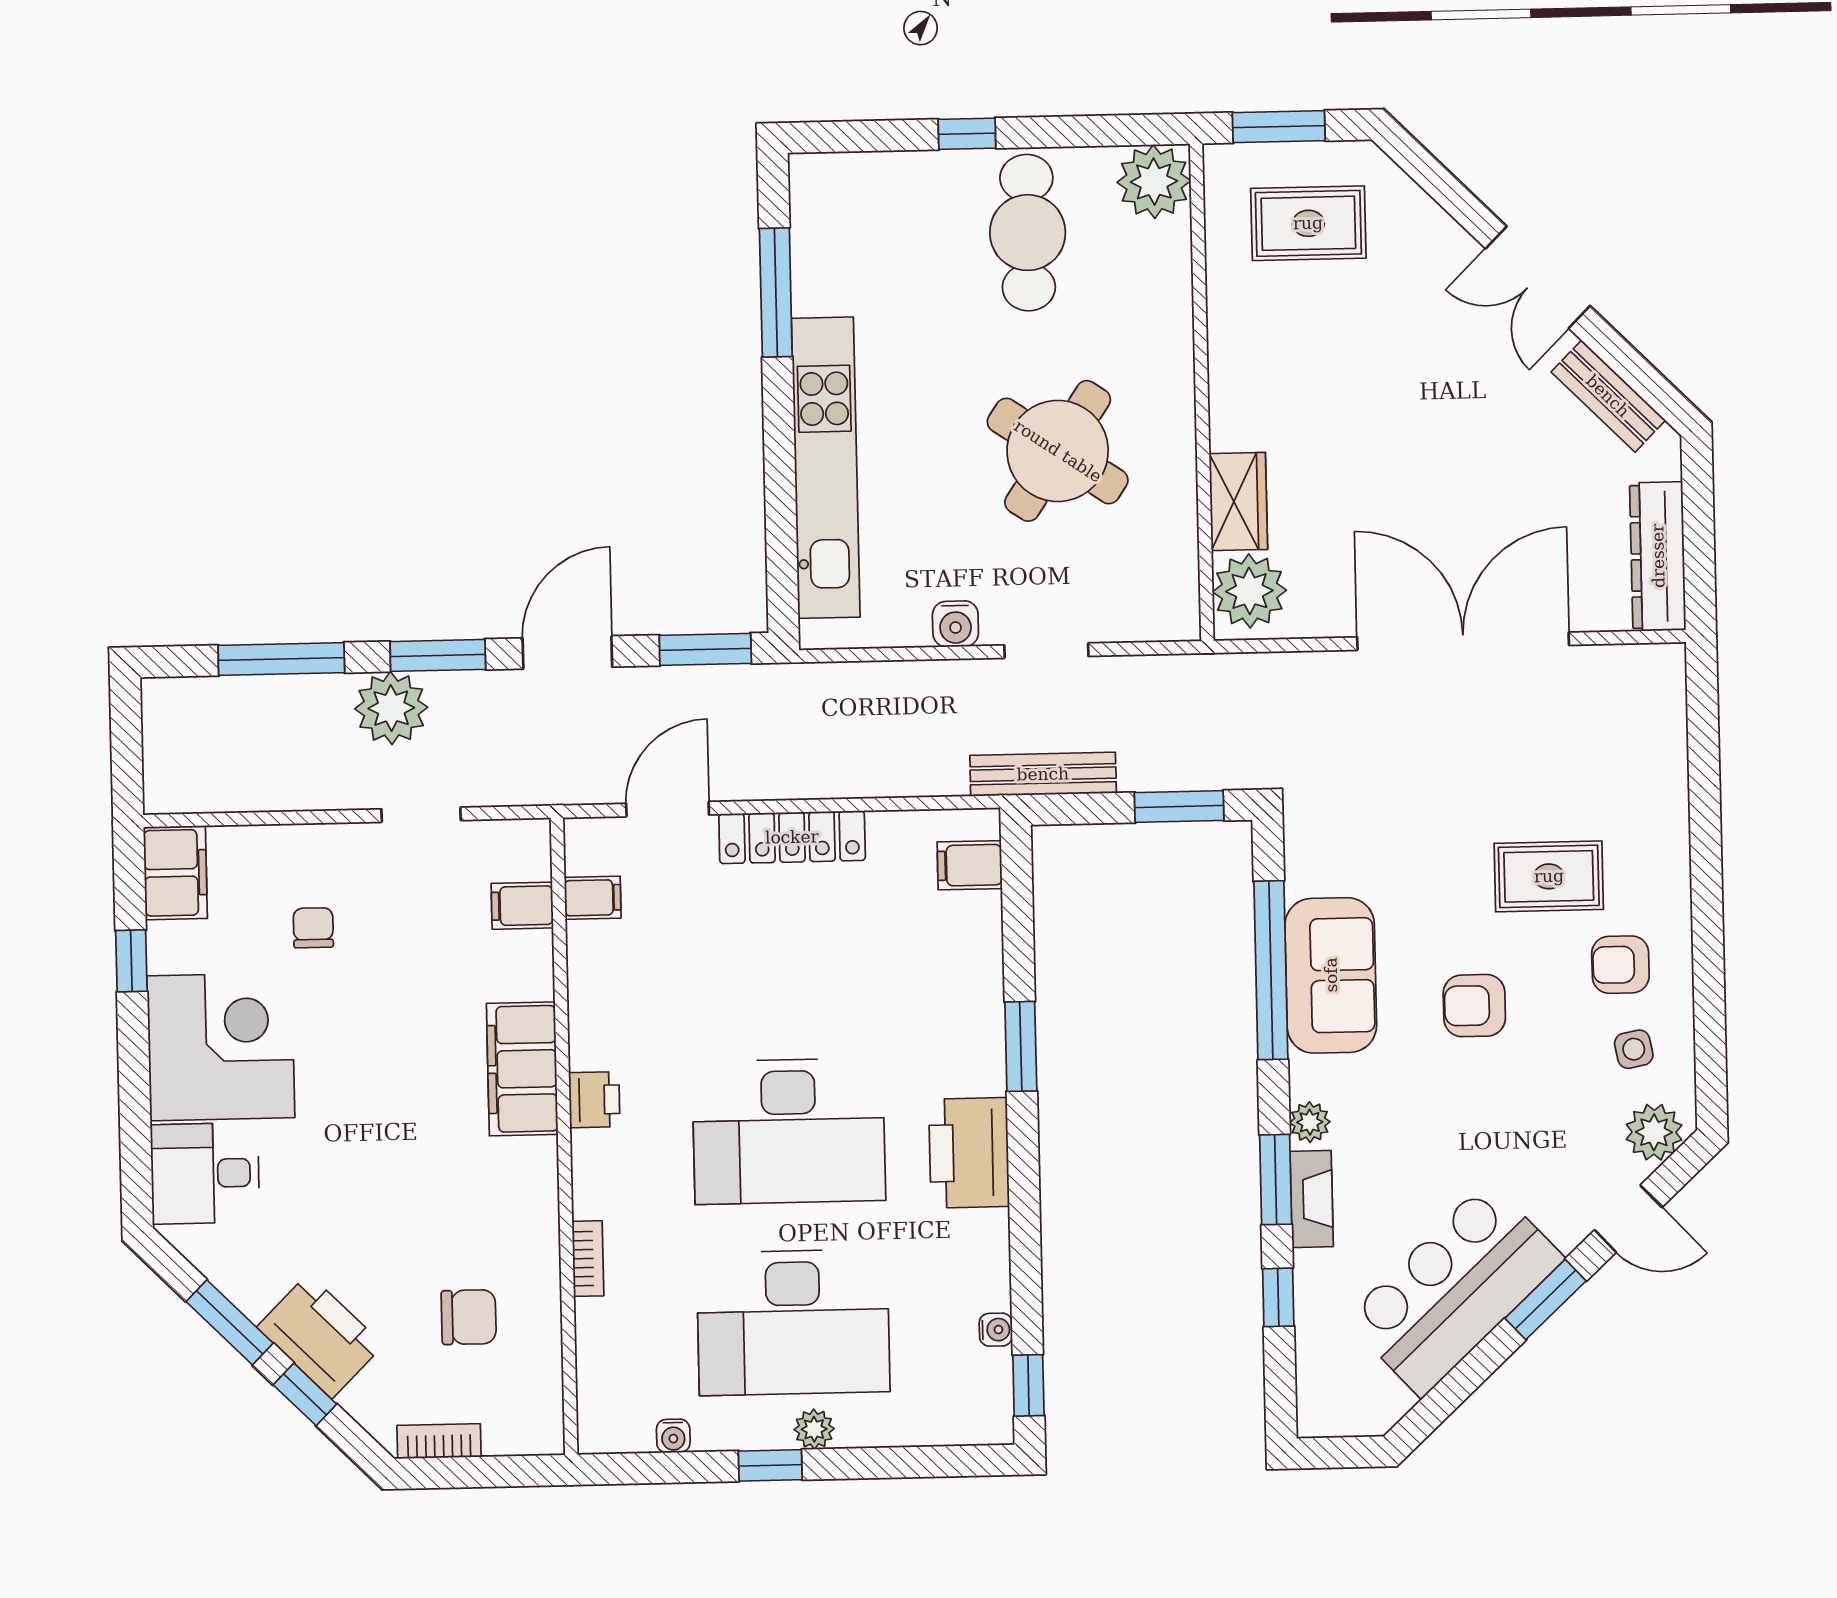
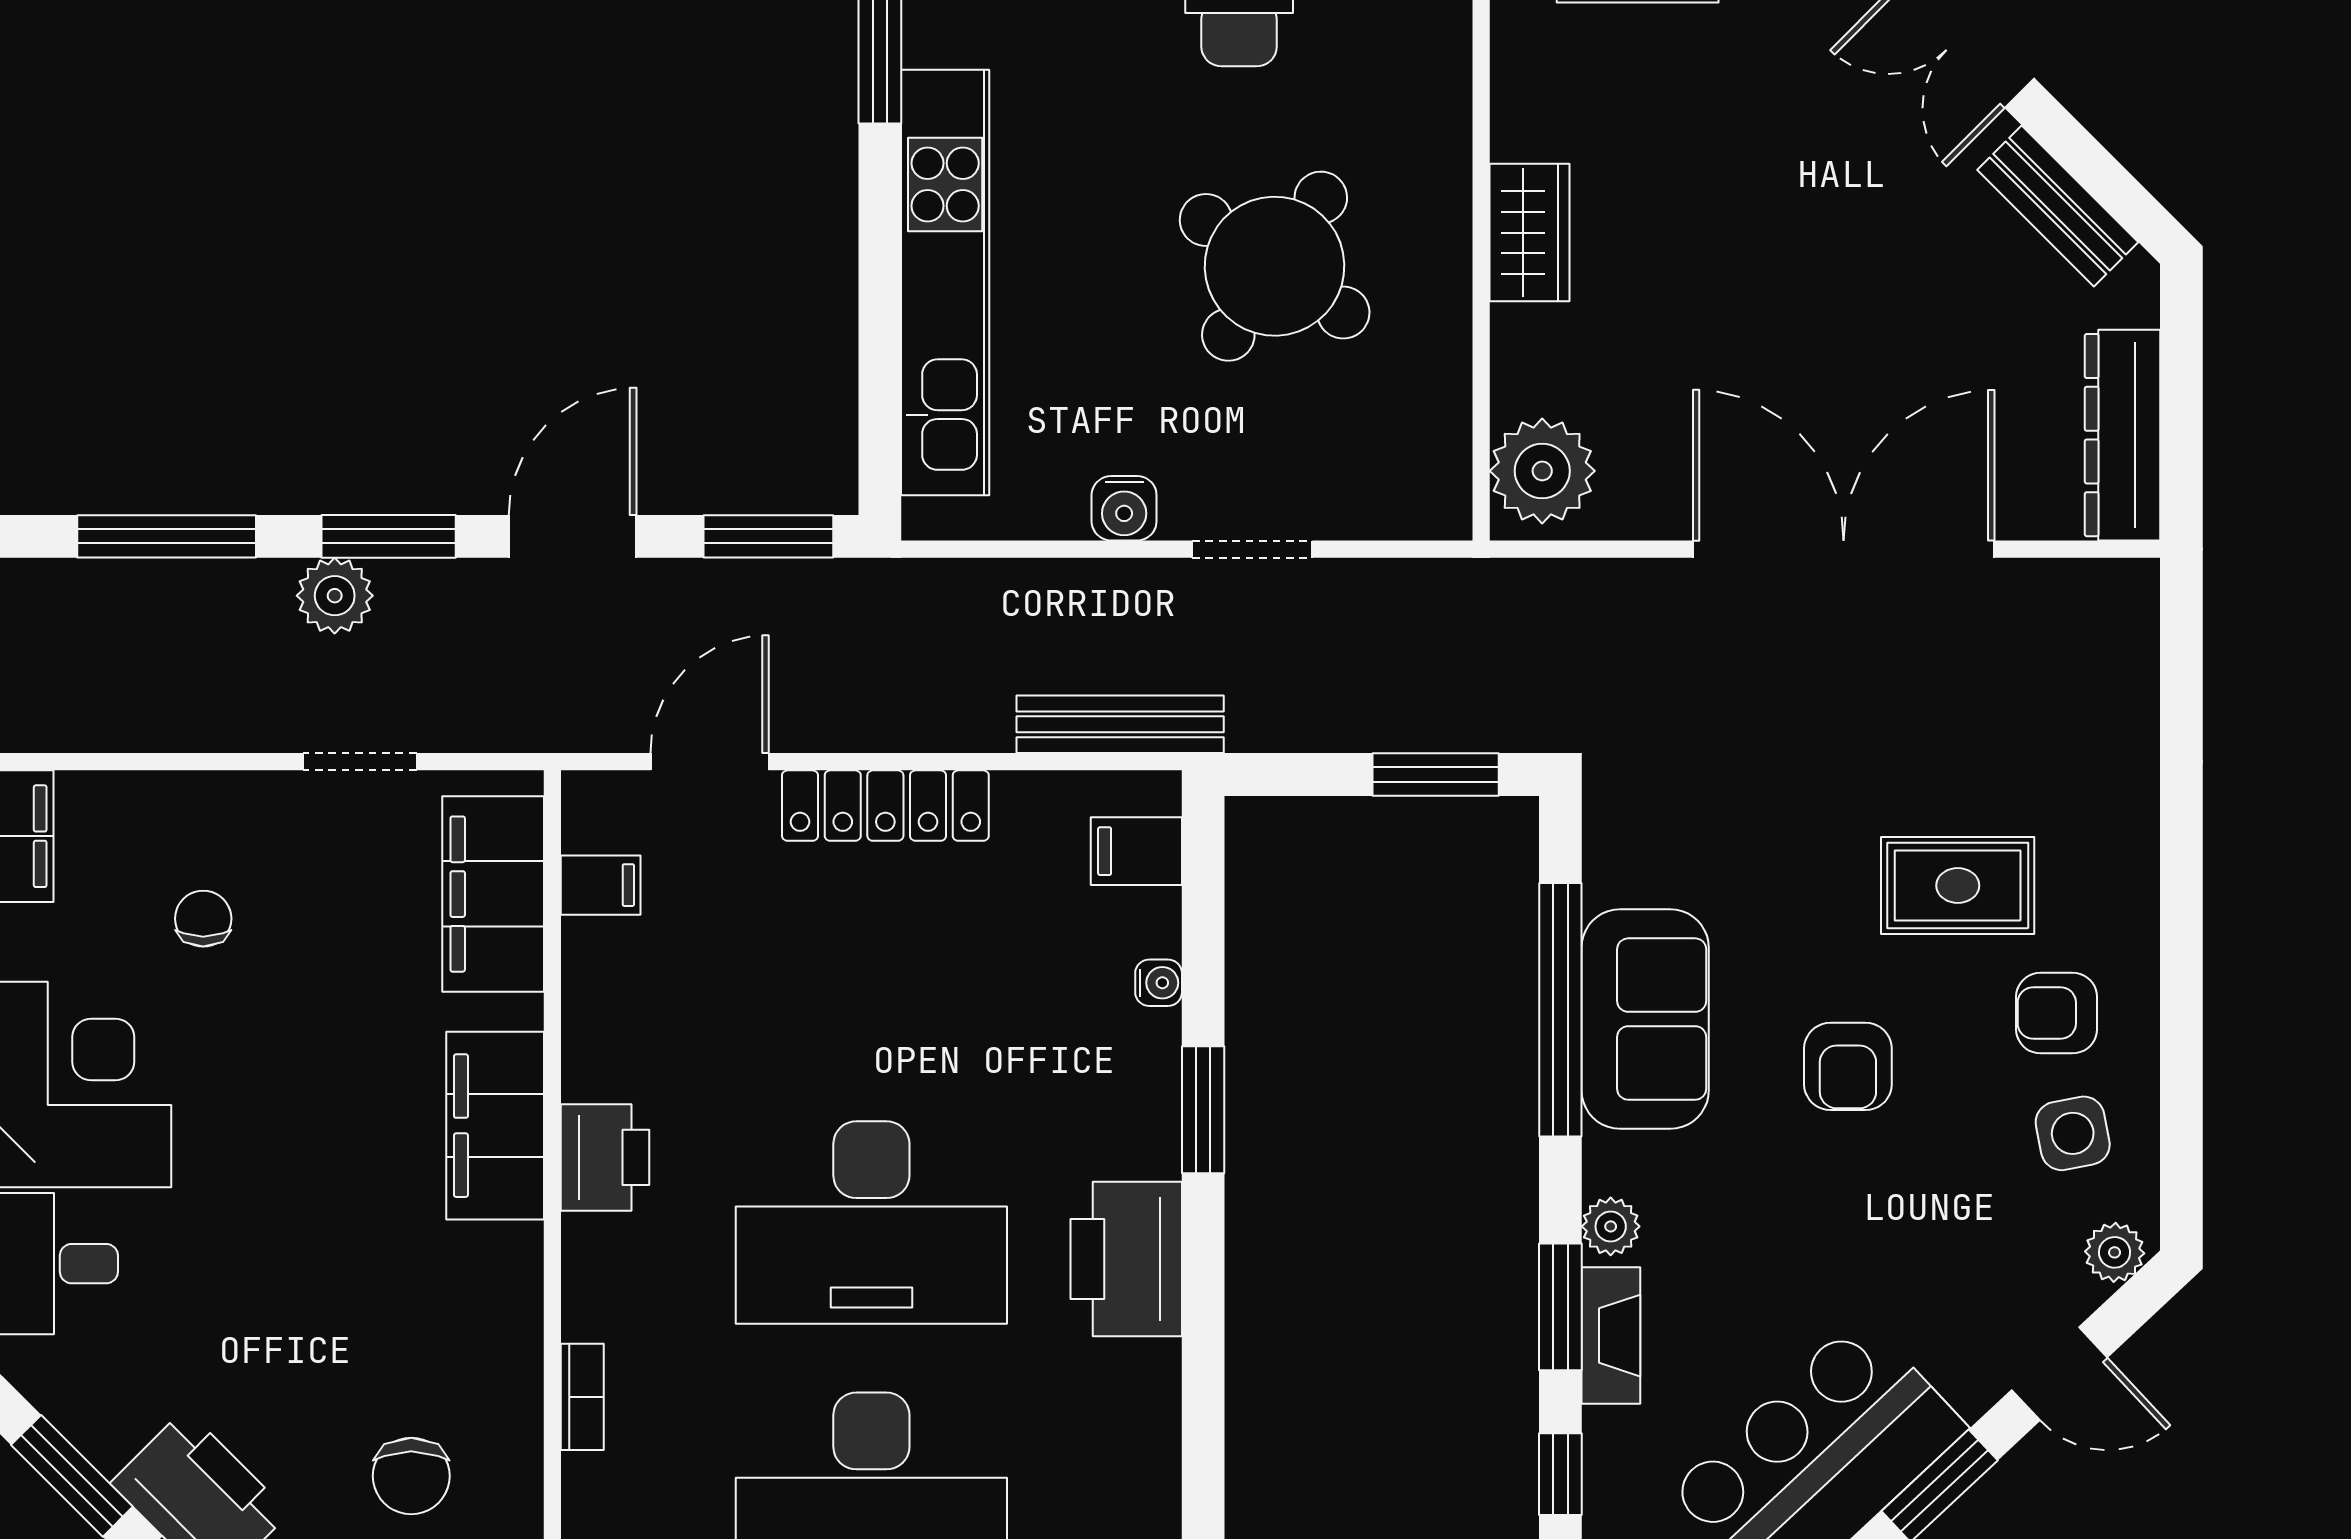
wardrobe: (1238, 502) -> (1529, 233), moved
plant: (391, 708) -> (335, 596), width x0.73, depth x0.73
bench: (1043, 774) -> (1120, 724), moved
filing cabinet: (522, 906) -> (493, 894), width x3.00, depth x1.17
armchair: (1474, 1006) -> (1848, 1066), turned -90
side table: (1634, 1049) -> (2073, 1133), width x1.37, depth x1.37
printer: (594, 1100) -> (605, 1157), width x1.36, depth x1.24
plant: (1654, 1132) -> (2115, 1252), width x0.73, depth x0.73
chair: (469, 1317) -> (411, 1476), turned 90
water cooler: (996, 1330) -> (1159, 983), moved

